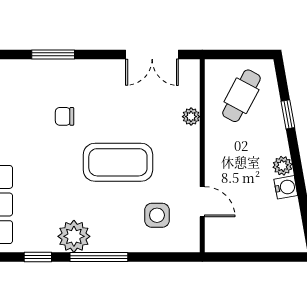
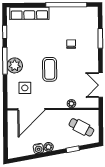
coffee table: (118, 162) -> (50, 69), width x0.73, depth x0.76
door: (202, 202) -> (31, 109), width x1.88
plant: (74, 236) -> (15, 65), moved

